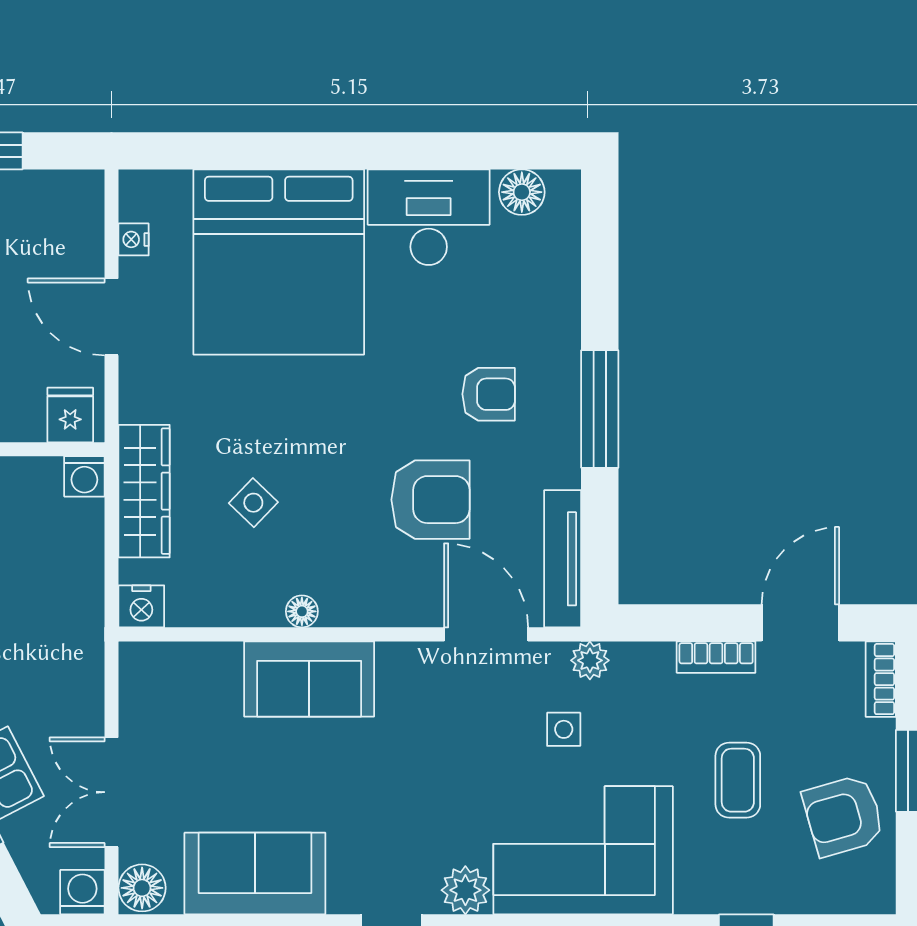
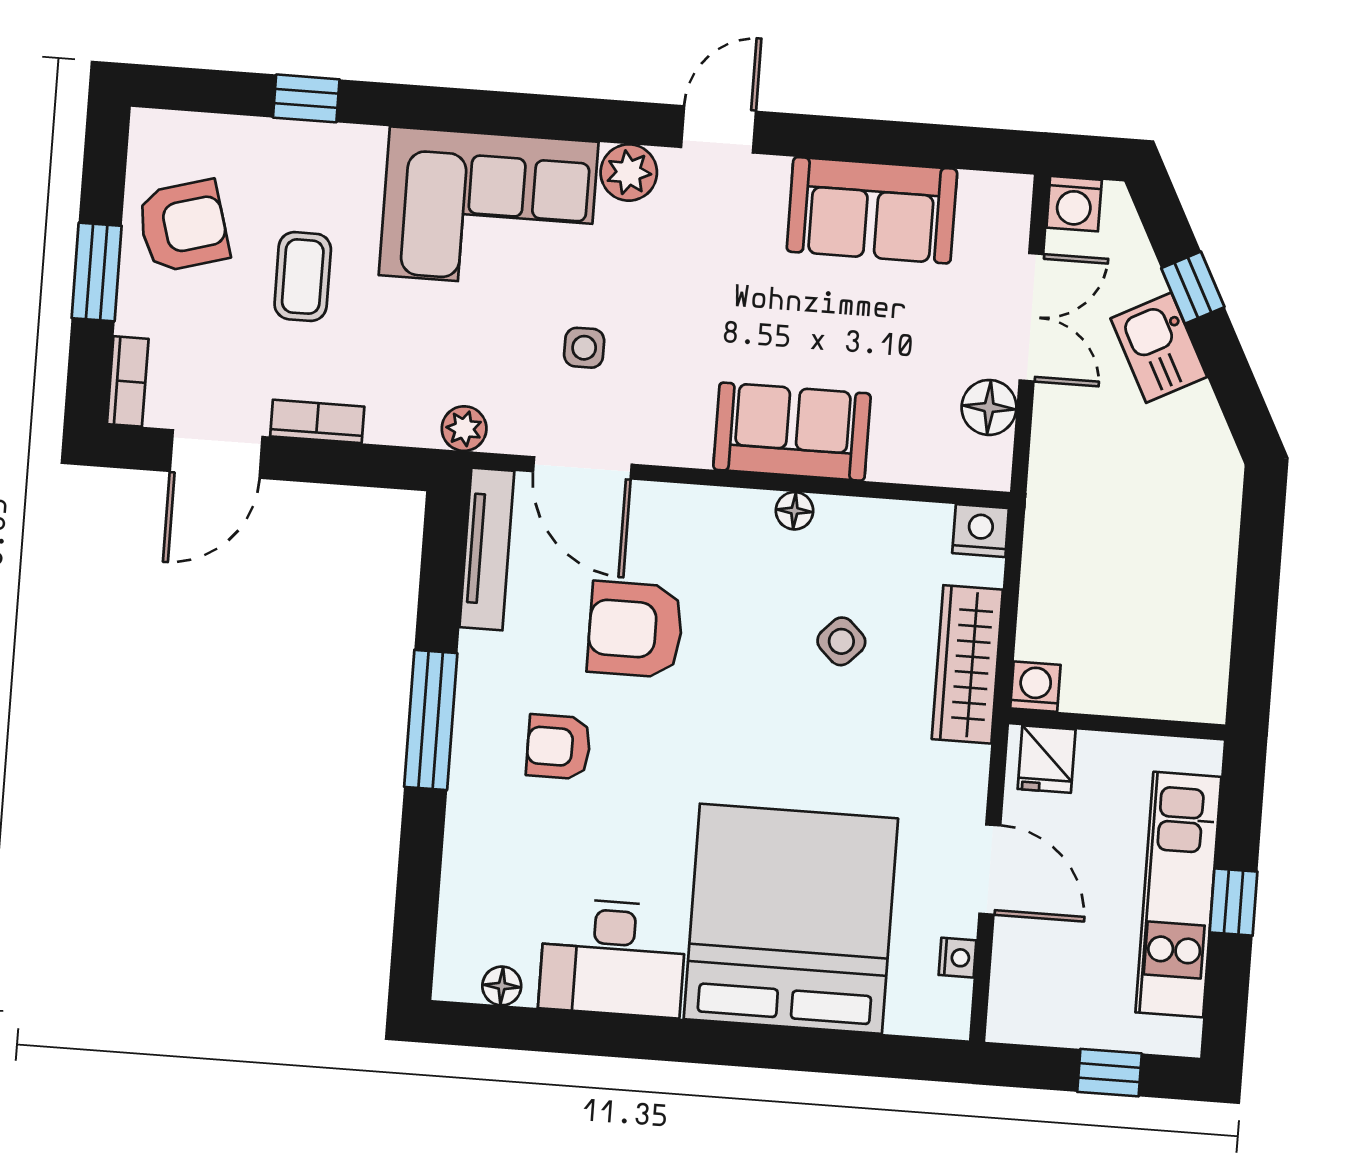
floor lamp: (522, 192) -> (502, 986), width x0.73, depth x0.73
side table: (564, 729) -> (584, 348), moved
floor lamp: (142, 888) -> (989, 407), moved

